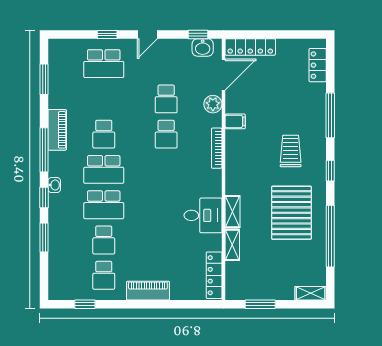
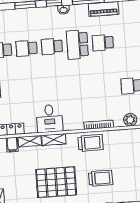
filing cabinet: (235, 121) -> (12, 145), moved
school desk: (166, 134) -> (106, 88), removed
trolley: (241, 161) -> (91, 143), added
school desk: (104, 205) -> (52, 46), width x0.54

